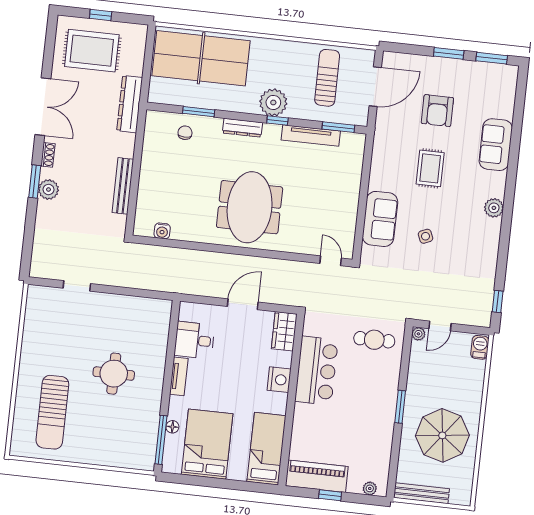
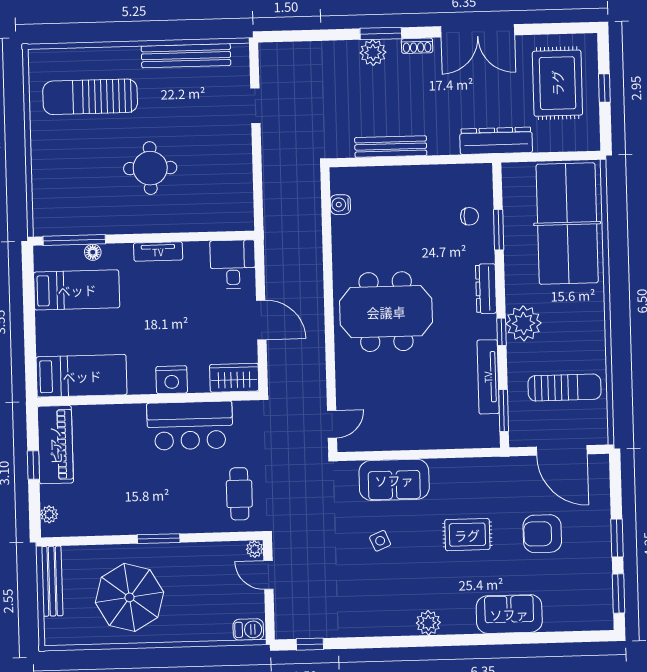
bench: (31, 334) -> (186, 56), added
desk: (194, 340) -> (233, 264), moved
bed: (207, 444) -> (77, 290), width x0.67

